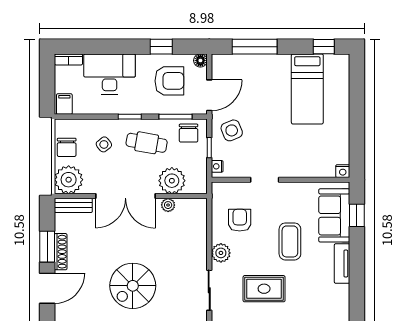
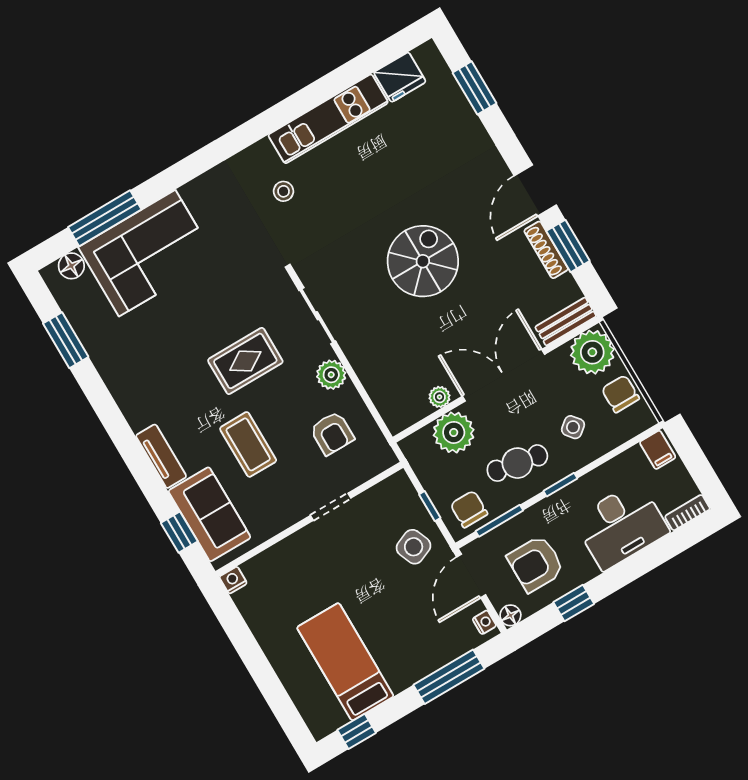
nightstand: (217, 166) -> (484, 622), moved

